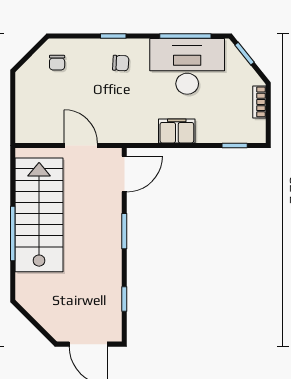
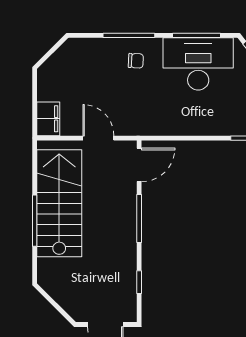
window: (113, 36) -> (129, 35), width x2.17
chair: (57, 63) -> (76, 60), removed
filing cabinet: (177, 131) -> (48, 119), moved, turned 90
window: (124, 231) -> (139, 218), width x1.44

